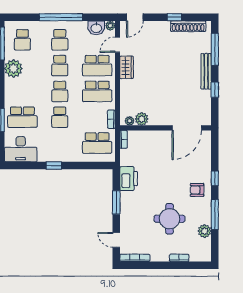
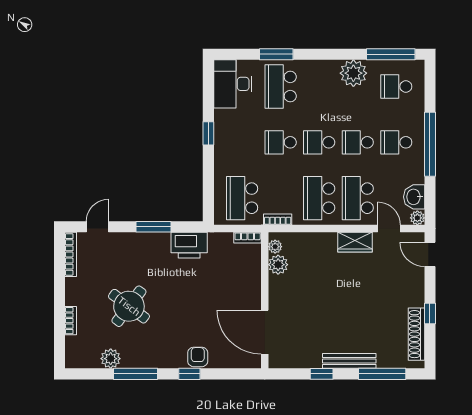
armchair: (197, 190) -> (198, 357), moved
round table: (169, 219) -> (129, 306), turned 37

